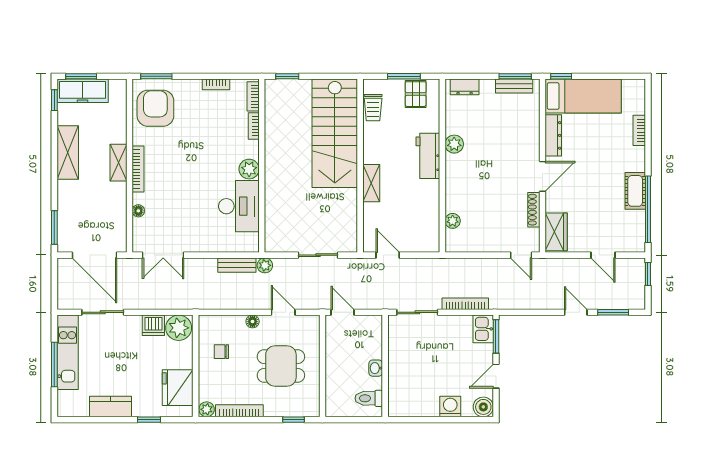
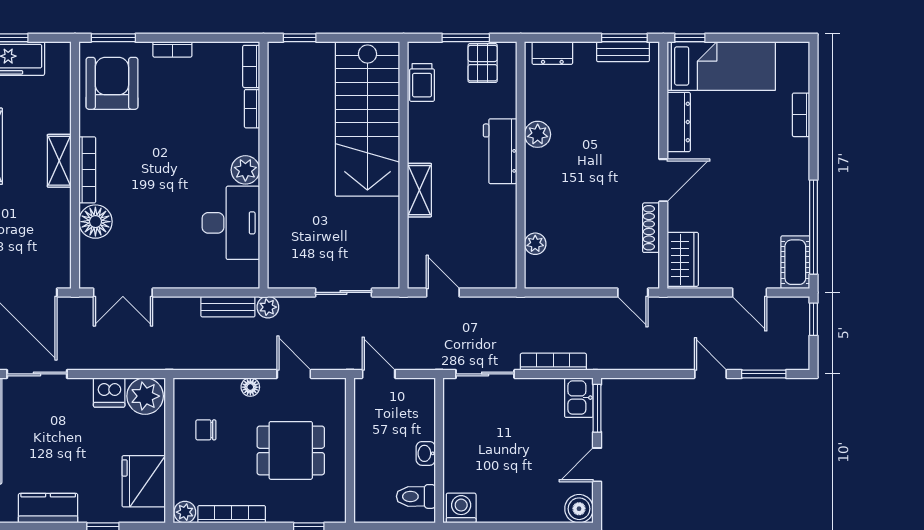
bookcase: (216, 84) -> (172, 49), moved
cot: (635, 191) -> (795, 262), moved
floor lamp: (138, 211) -> (95, 222), width x1.89, depth x1.89
washing machine: (450, 406) -> (461, 508), moved

